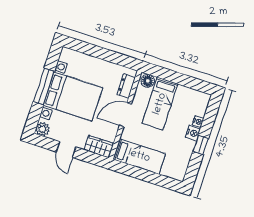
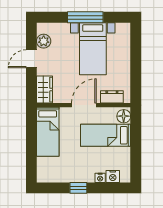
bed with nightstands: (73, 97) -> (93, 49), width x0.73
door: (125, 115) -> (84, 105), hinge flipped
plant: (43, 129) -> (44, 41), moved
nightstand: (193, 133) -> (113, 177), moved

